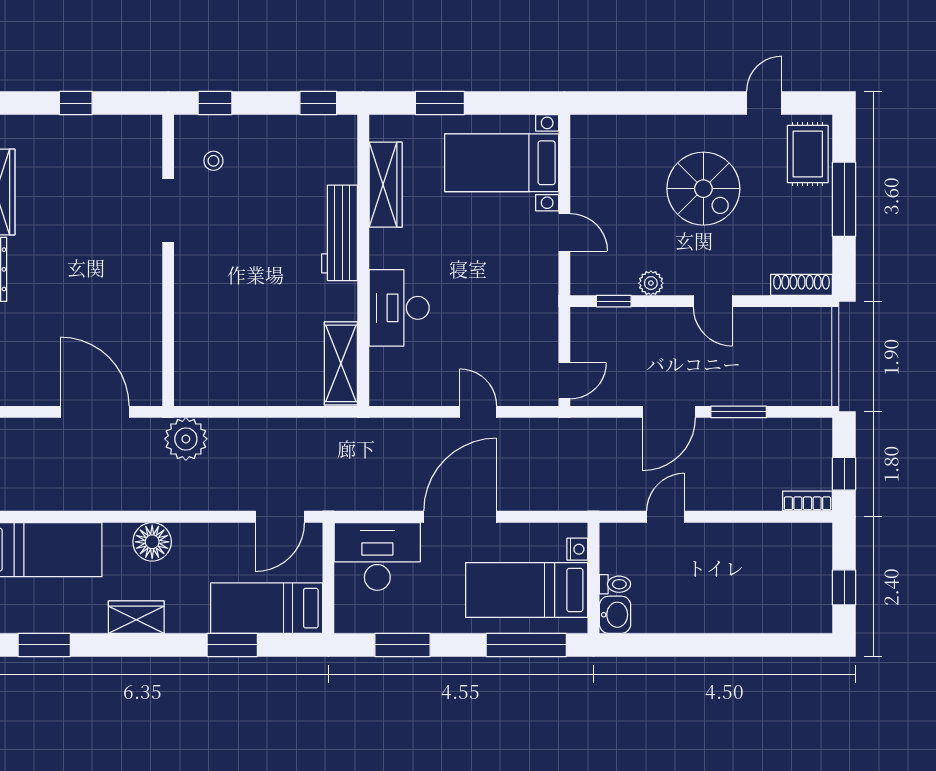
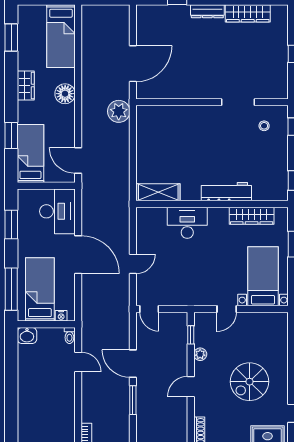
toilet: (615, 584) -> (69, 335), moved

